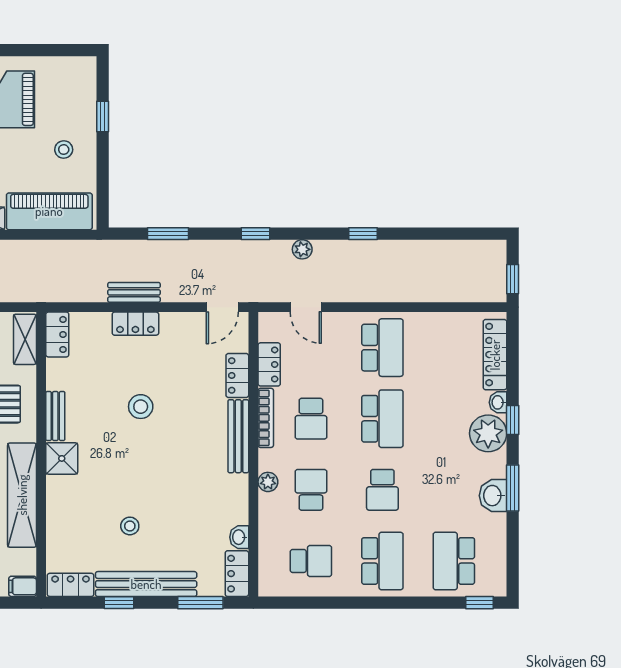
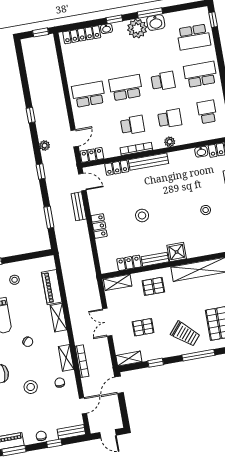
piano: (49, 211) -> (52, 287), width x0.73, depth x0.75
bench: (134, 292) -> (79, 206), moved
locker: (57, 334) -> (129, 263), moved
locker: (269, 364) -> (92, 155), moved
plant: (488, 433) -> (137, 29), moved
school desk: (311, 490) -> (170, 118), turned 180

